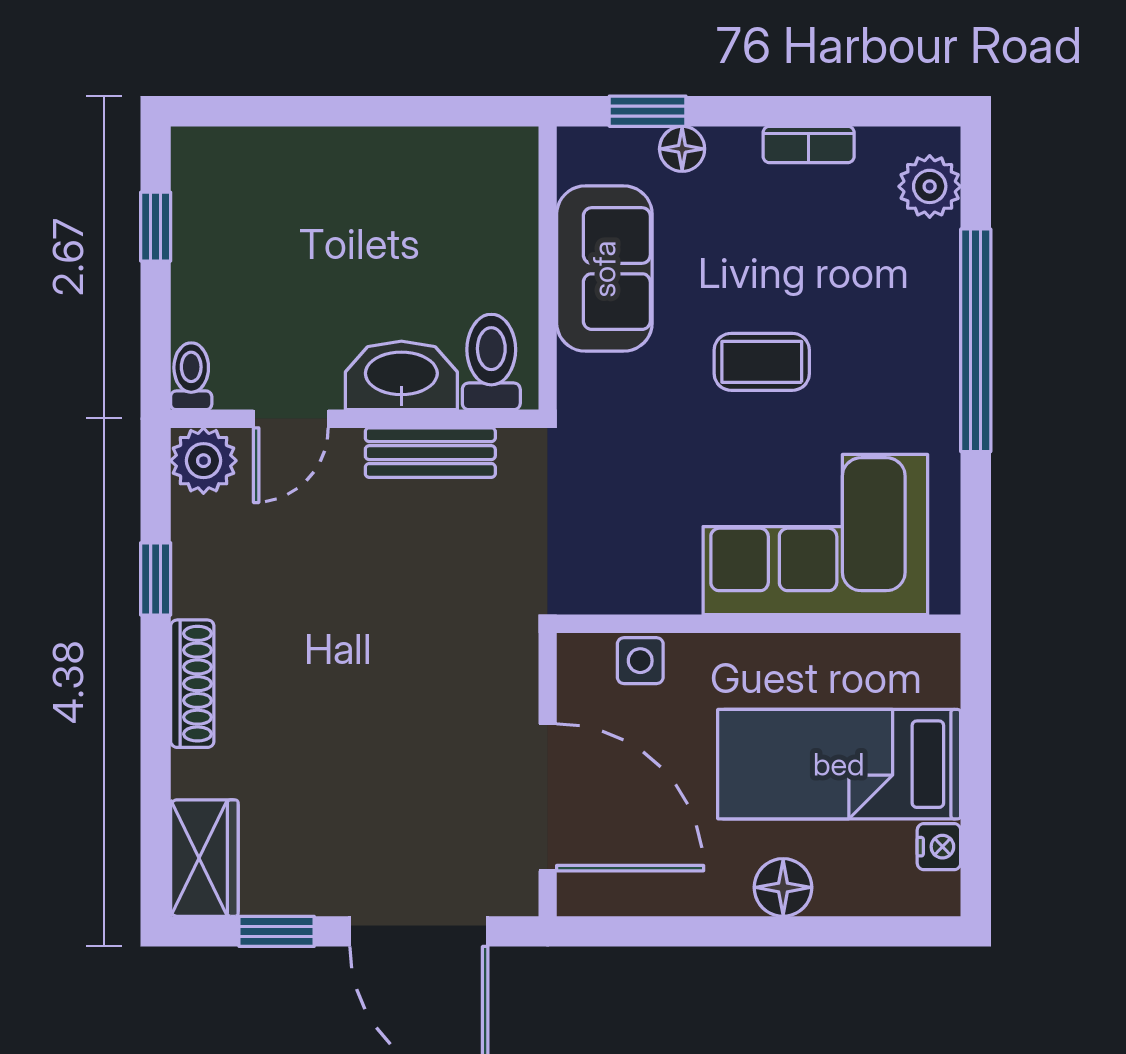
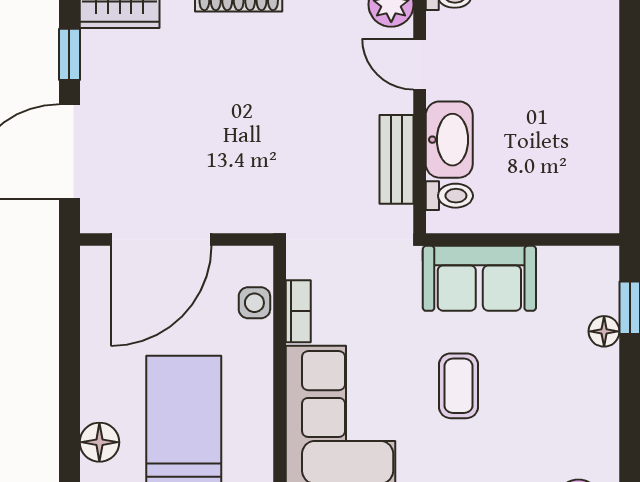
bookcase: (809, 144) -> (298, 311), moved, turned 180
sofa: (604, 269) -> (479, 278), moved
toilet: (491, 362) -> (449, 196), width x0.73, depth x0.72
floor lamp: (783, 887) -> (99, 442), moved

